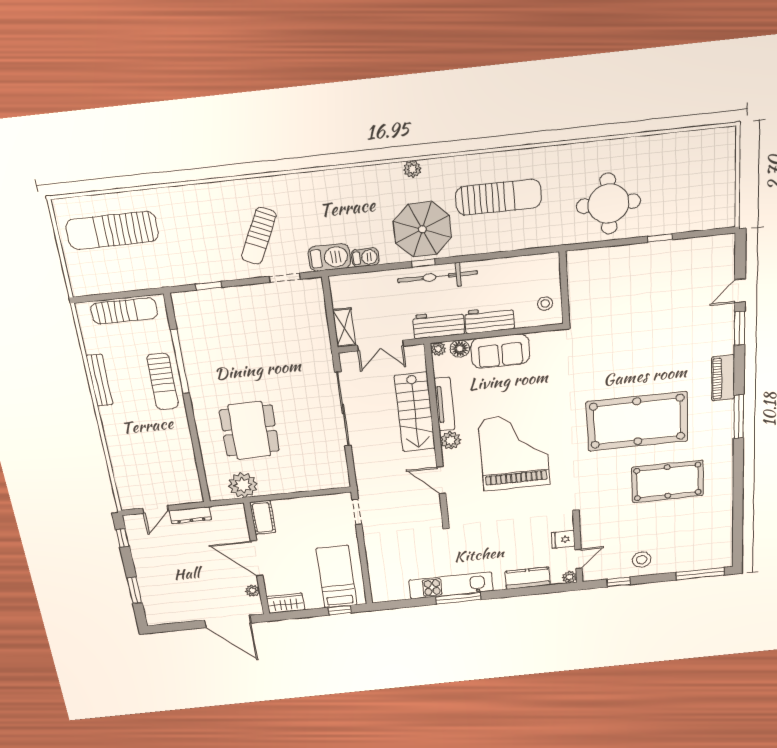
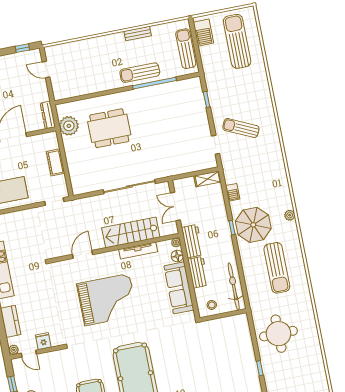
barbecue: (329, 257) -> (203, 33), moved
bicycle: (437, 277) -> (234, 287), moved
sun lounger: (124, 311) -> (186, 49), turned 180
shelving: (344, 328) -> (207, 179), moved
sofa: (500, 351) -> (179, 288), width x1.36
bench: (99, 380) -> (138, 34), width x0.73
plant: (451, 440) -> (112, 257), removed
dresser: (190, 515) -> (48, 115), moved
cot: (263, 517) -> (56, 162), moved, turned 90

